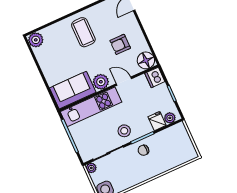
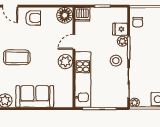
armchair: (120, 44) -> (33, 18), moved, turned -90
sofa: (73, 90) -> (35, 96), moved, turned 90
plant: (170, 118) -> (122, 41), moved
chair: (143, 150) -> (138, 22), moved

